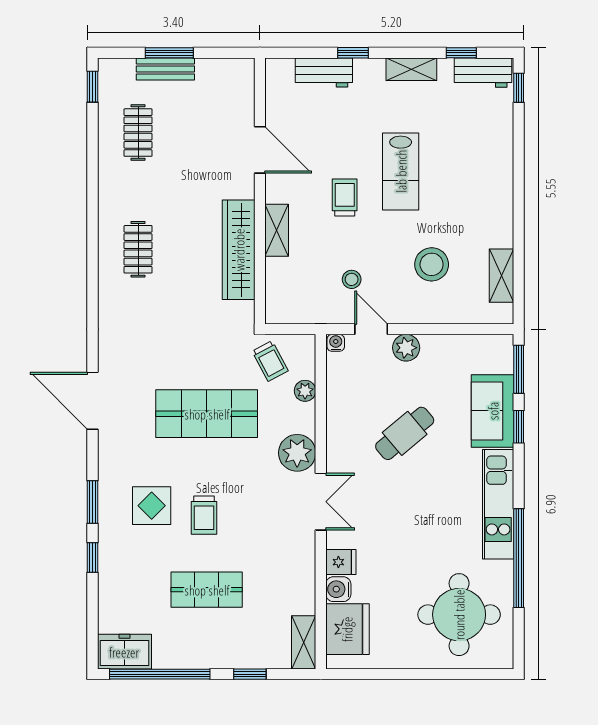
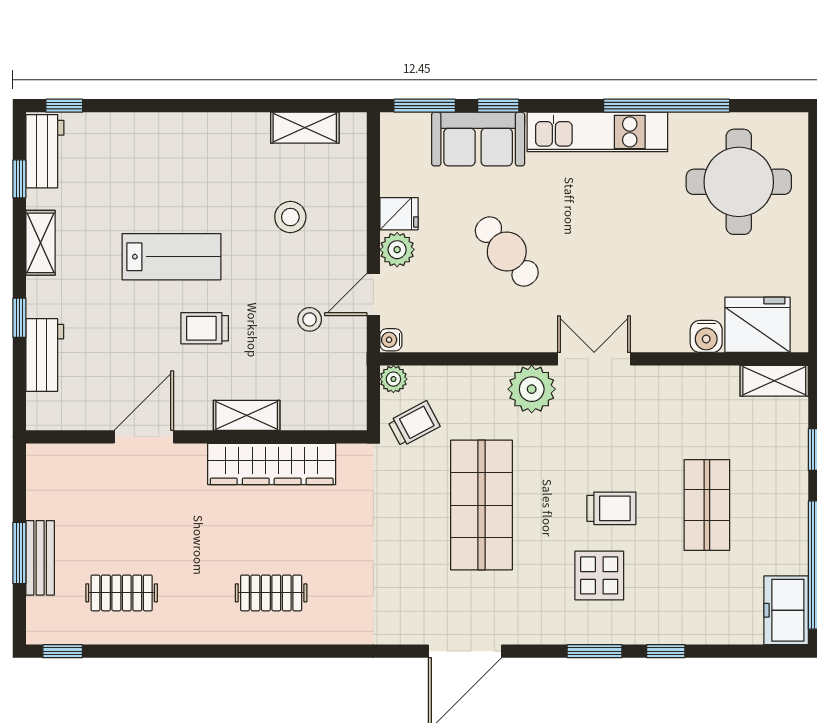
stool: (432, 264) -> (290, 217), width x0.73, depth x0.73
plant: (305, 391) -> (393, 379), moved
fridge: (341, 562) -> (399, 214), moved, turned 90

